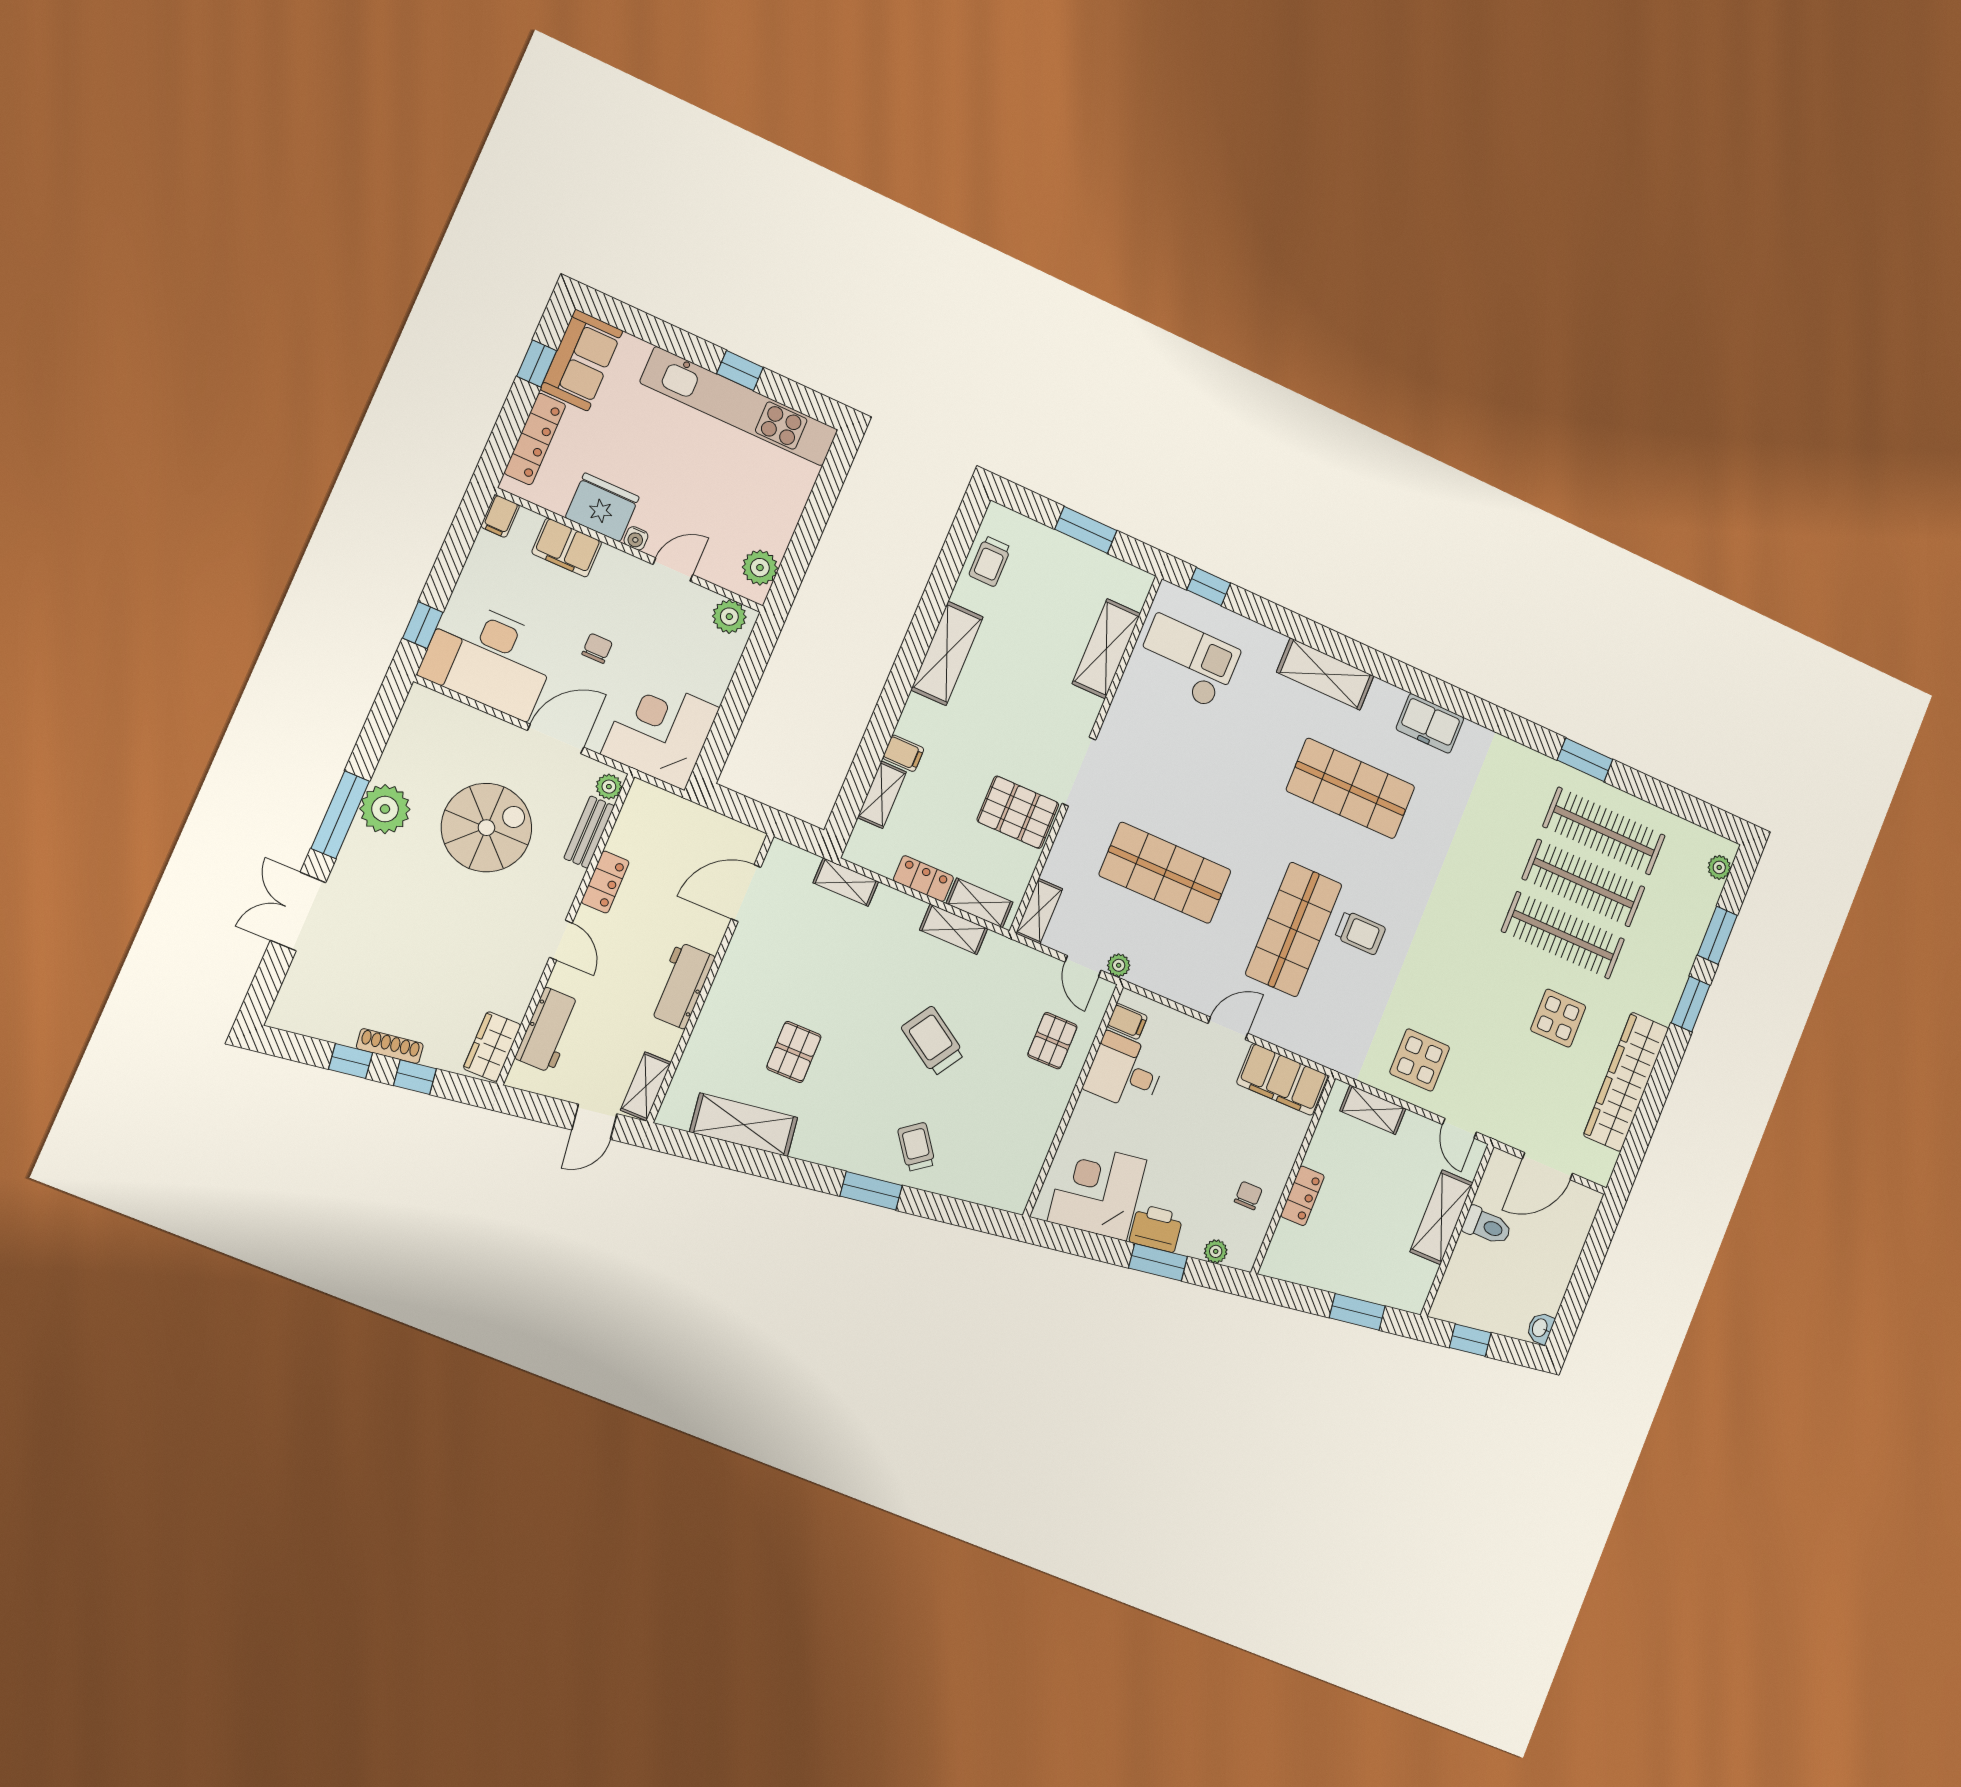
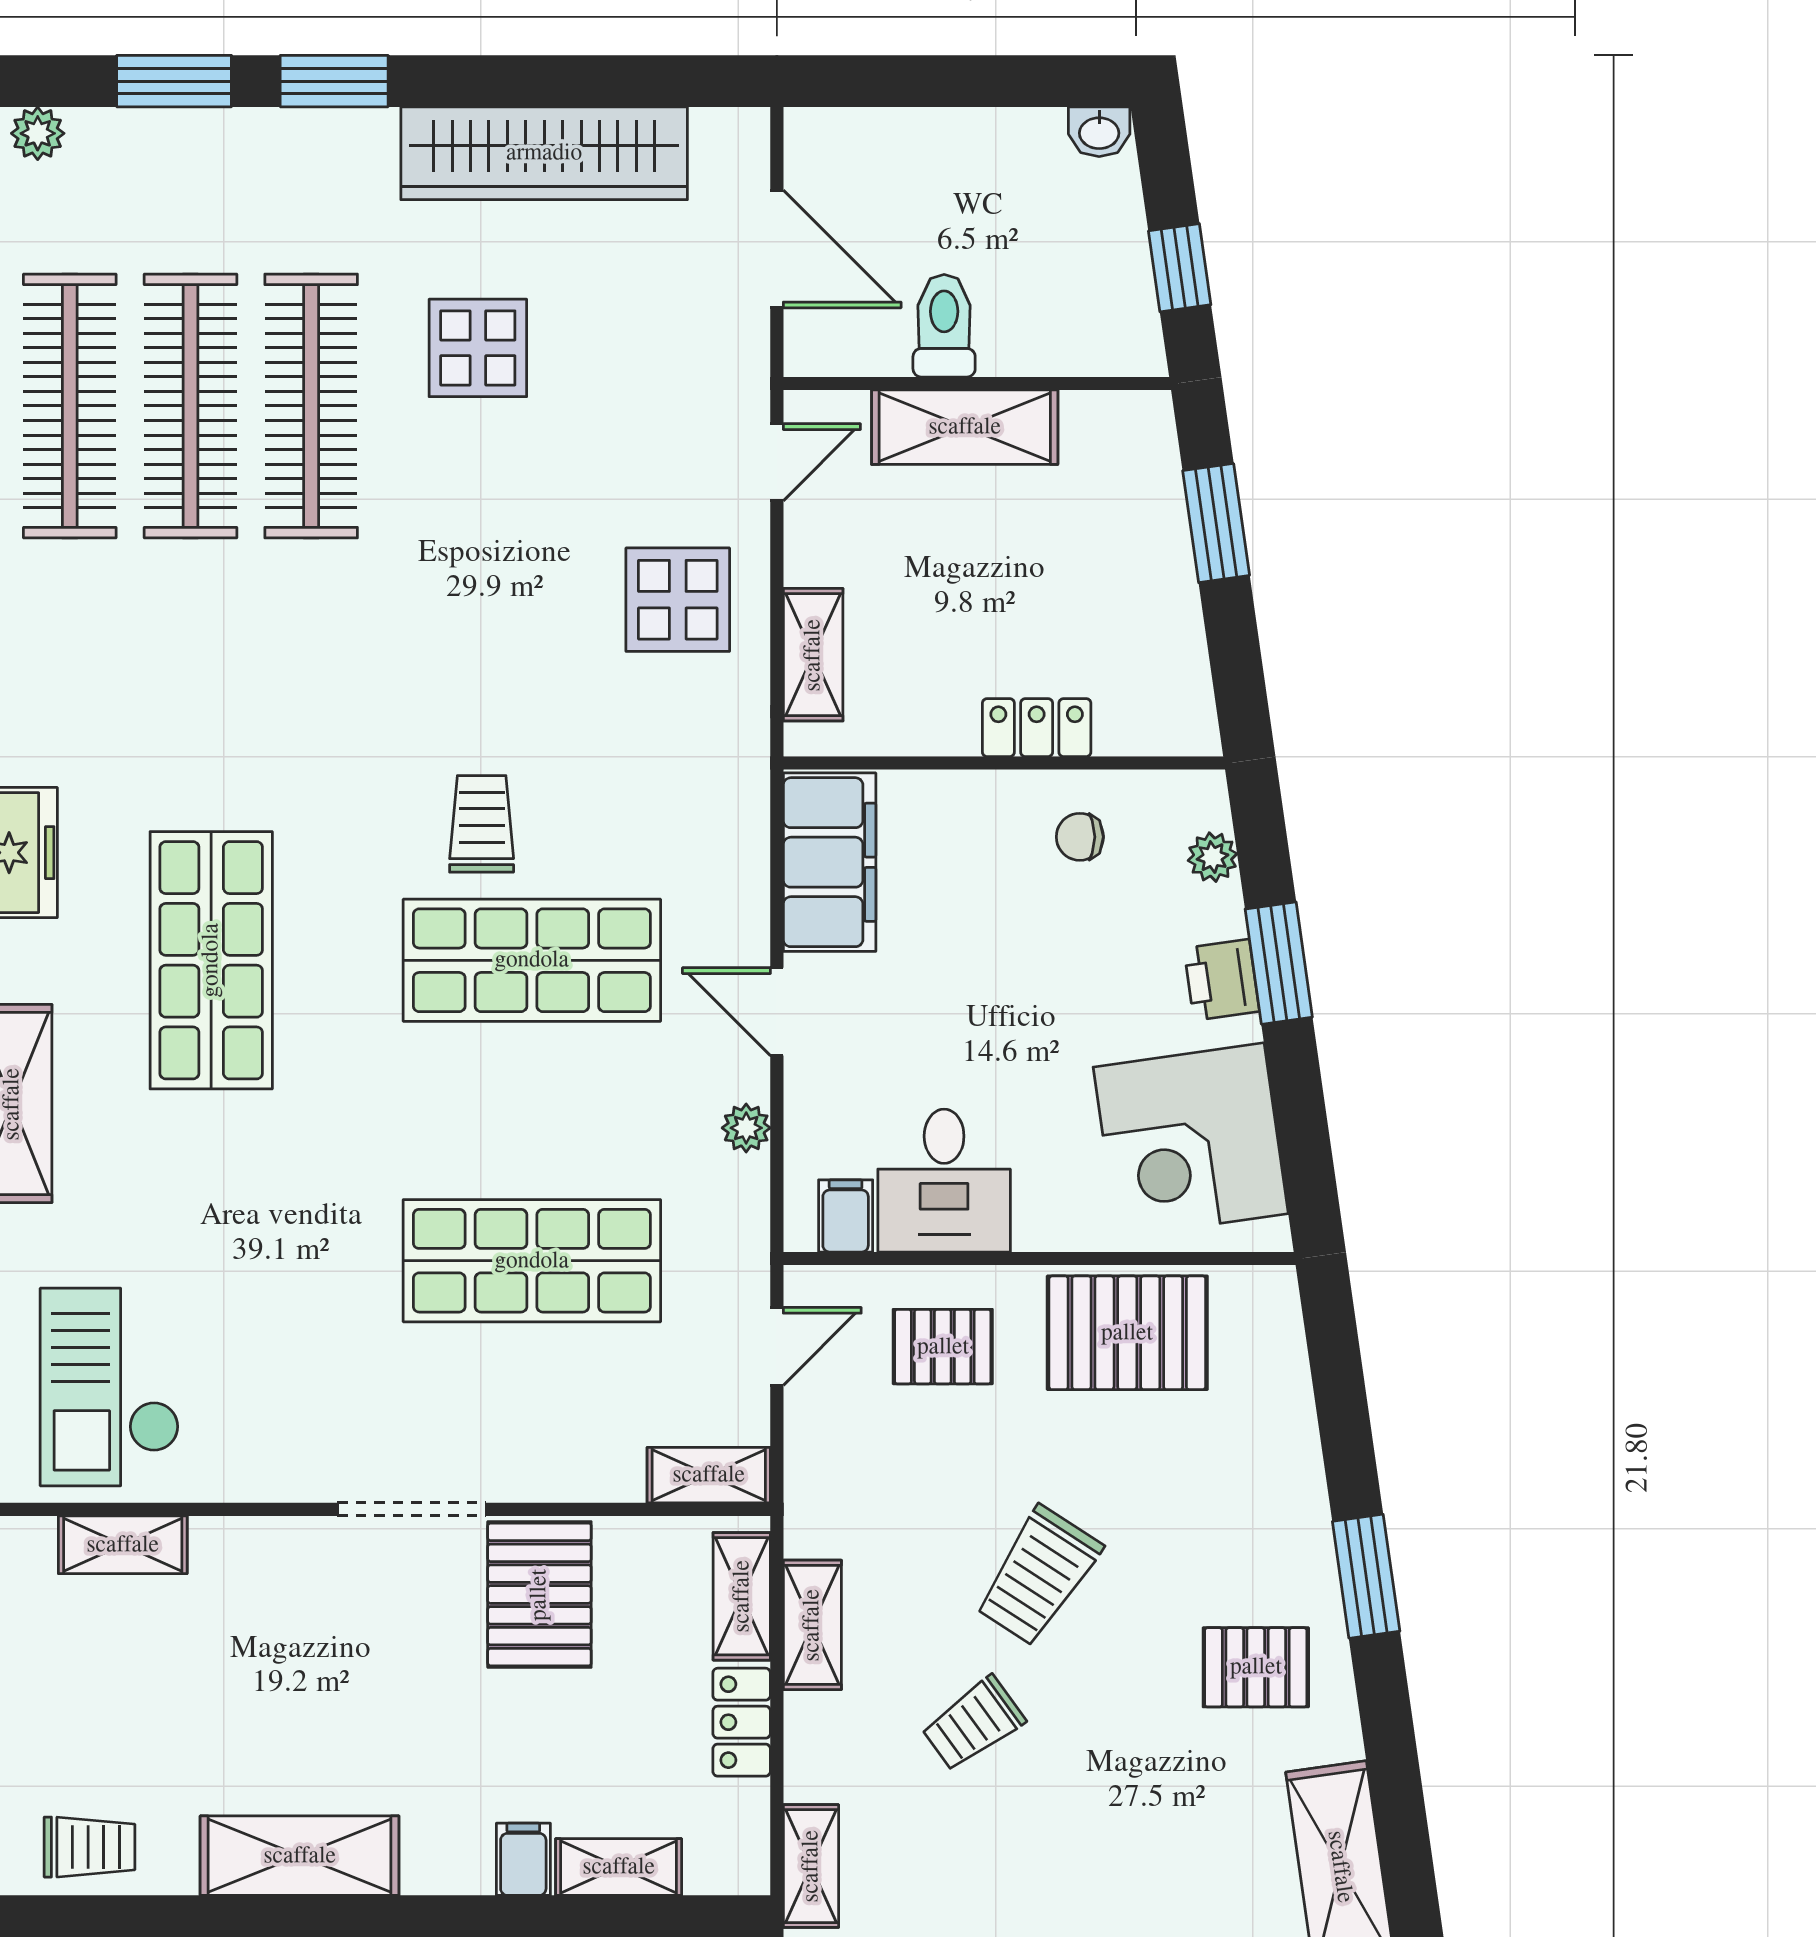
shelving: (1106, 649) -> (123, 1545), width x0.67, depth x0.75
shop shelf: (1165, 873) -> (532, 1261), turned 90
plant: (1119, 965) -> (746, 1128), moved
pallet: (794, 1052) -> (1256, 1667), moved
pallet: (1024, 1127) -> (1127, 1333), added
trolley: (916, 1147) -> (973, 1724), moved
printer: (1156, 1228) -> (1222, 980), width x0.73, depth x0.81

